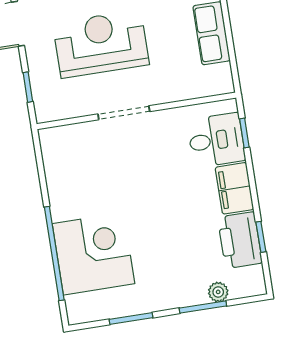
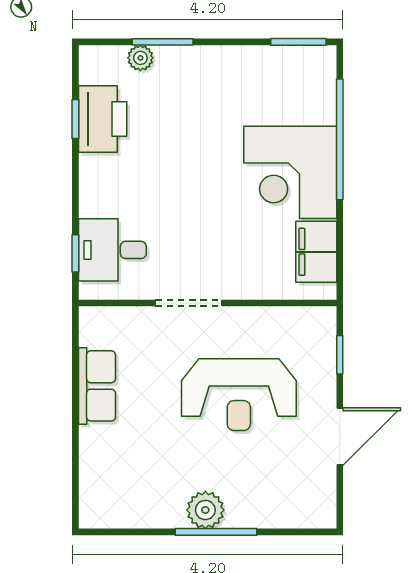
doorway: (124, 113) -> (189, 303), moved
filing cabinet: (235, 188) -> (316, 252), moved, turned 180
corner desk: (93, 254) -> (290, 172), moved
window: (131, 318) -> (298, 42), moved

